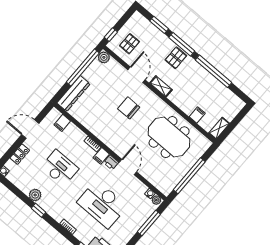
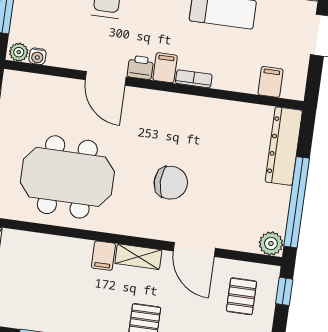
filing cabinet: (197, 115) -> (103, 256), moved

